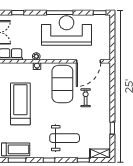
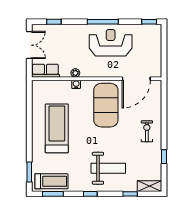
reception desk: (67, 30) -> (111, 43), width x0.74, depth x0.77
exercise bike: (86, 98) -> (147, 131), moved

